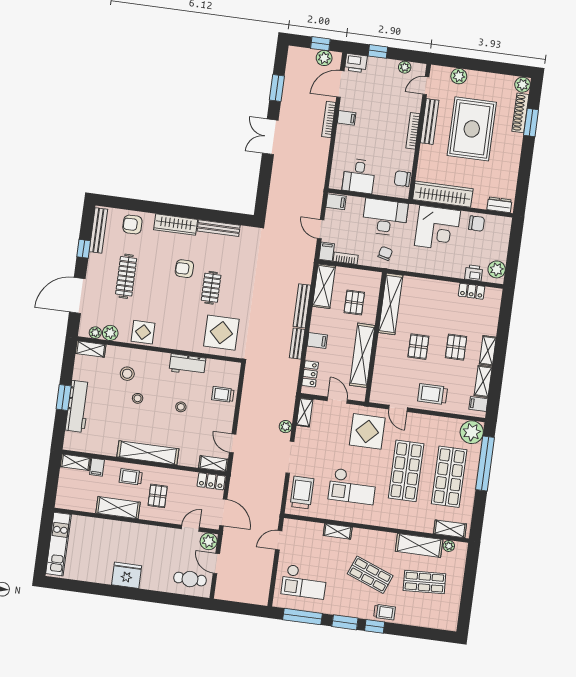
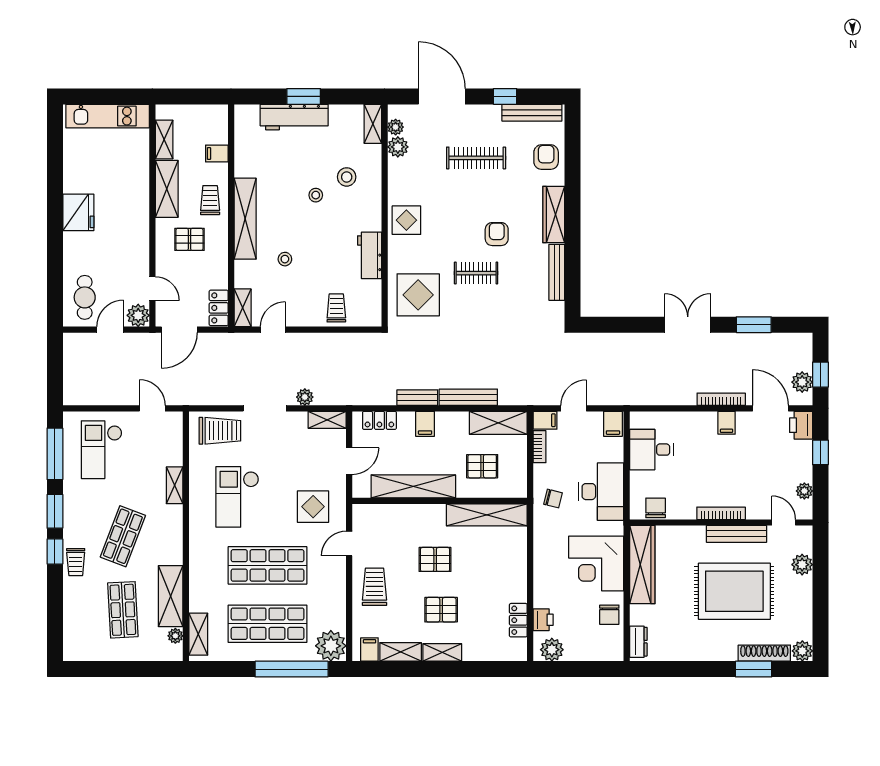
display table: (143, 332) -> (406, 220), moved
stool: (181, 407) -> (285, 259), moved
display table: (367, 431) -> (313, 507), width x0.73, depth x0.73
shelving: (76, 462) -> (164, 139), moved

